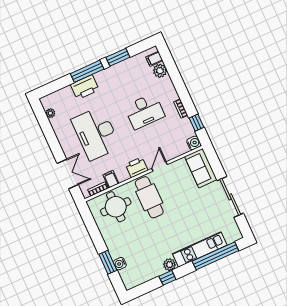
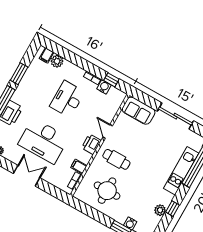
desk: (144, 111) -> (67, 99), turned 180
water cooler: (194, 143) -> (104, 87), moved
double door: (68, 174) -> (27, 176), moved
cafe table: (149, 197) -> (116, 159), width x0.73, depth x0.74
round table: (116, 207) -> (107, 191), moved
plant: (169, 265) -> (160, 210), moved

